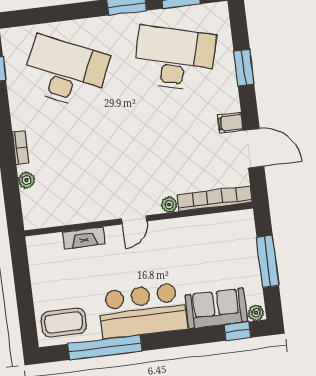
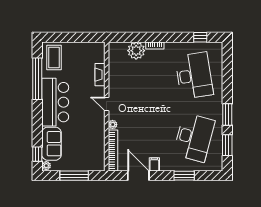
desk: (65, 72) -> (194, 76), turned -33
door: (254, 148) -> (138, 176), swing flipped
plant: (27, 180) -> (136, 51), width x1.88, depth x1.88

